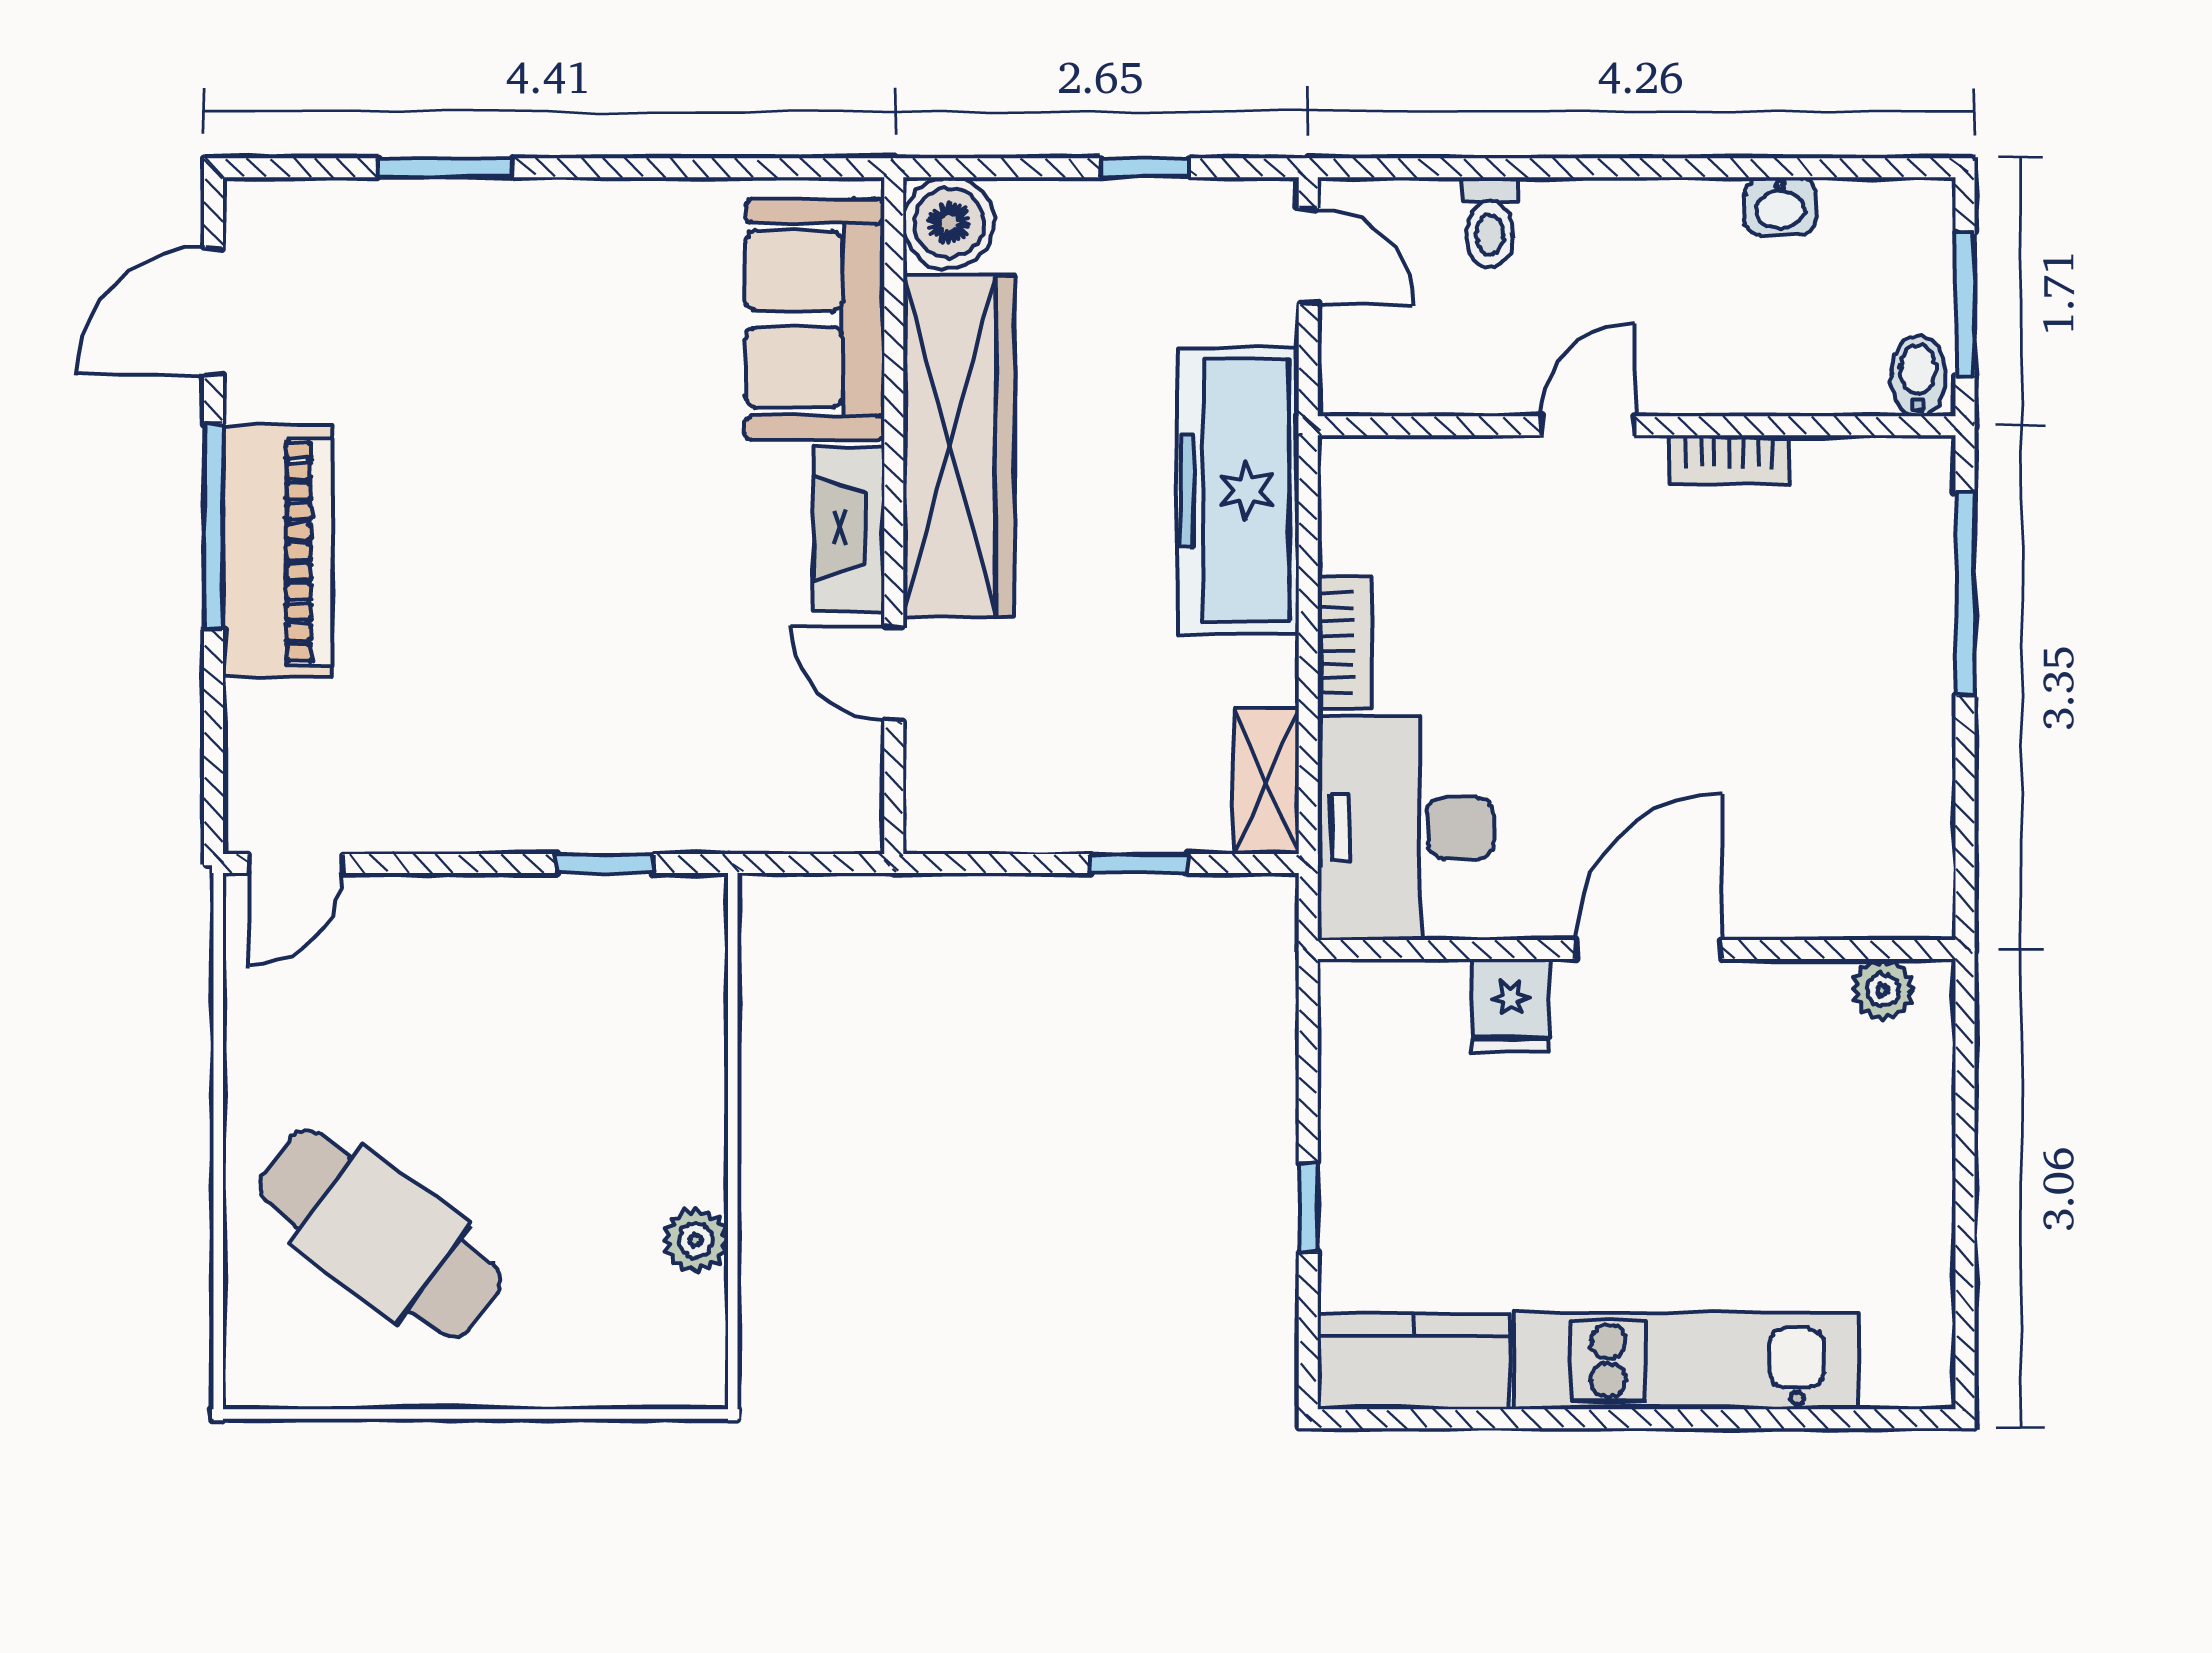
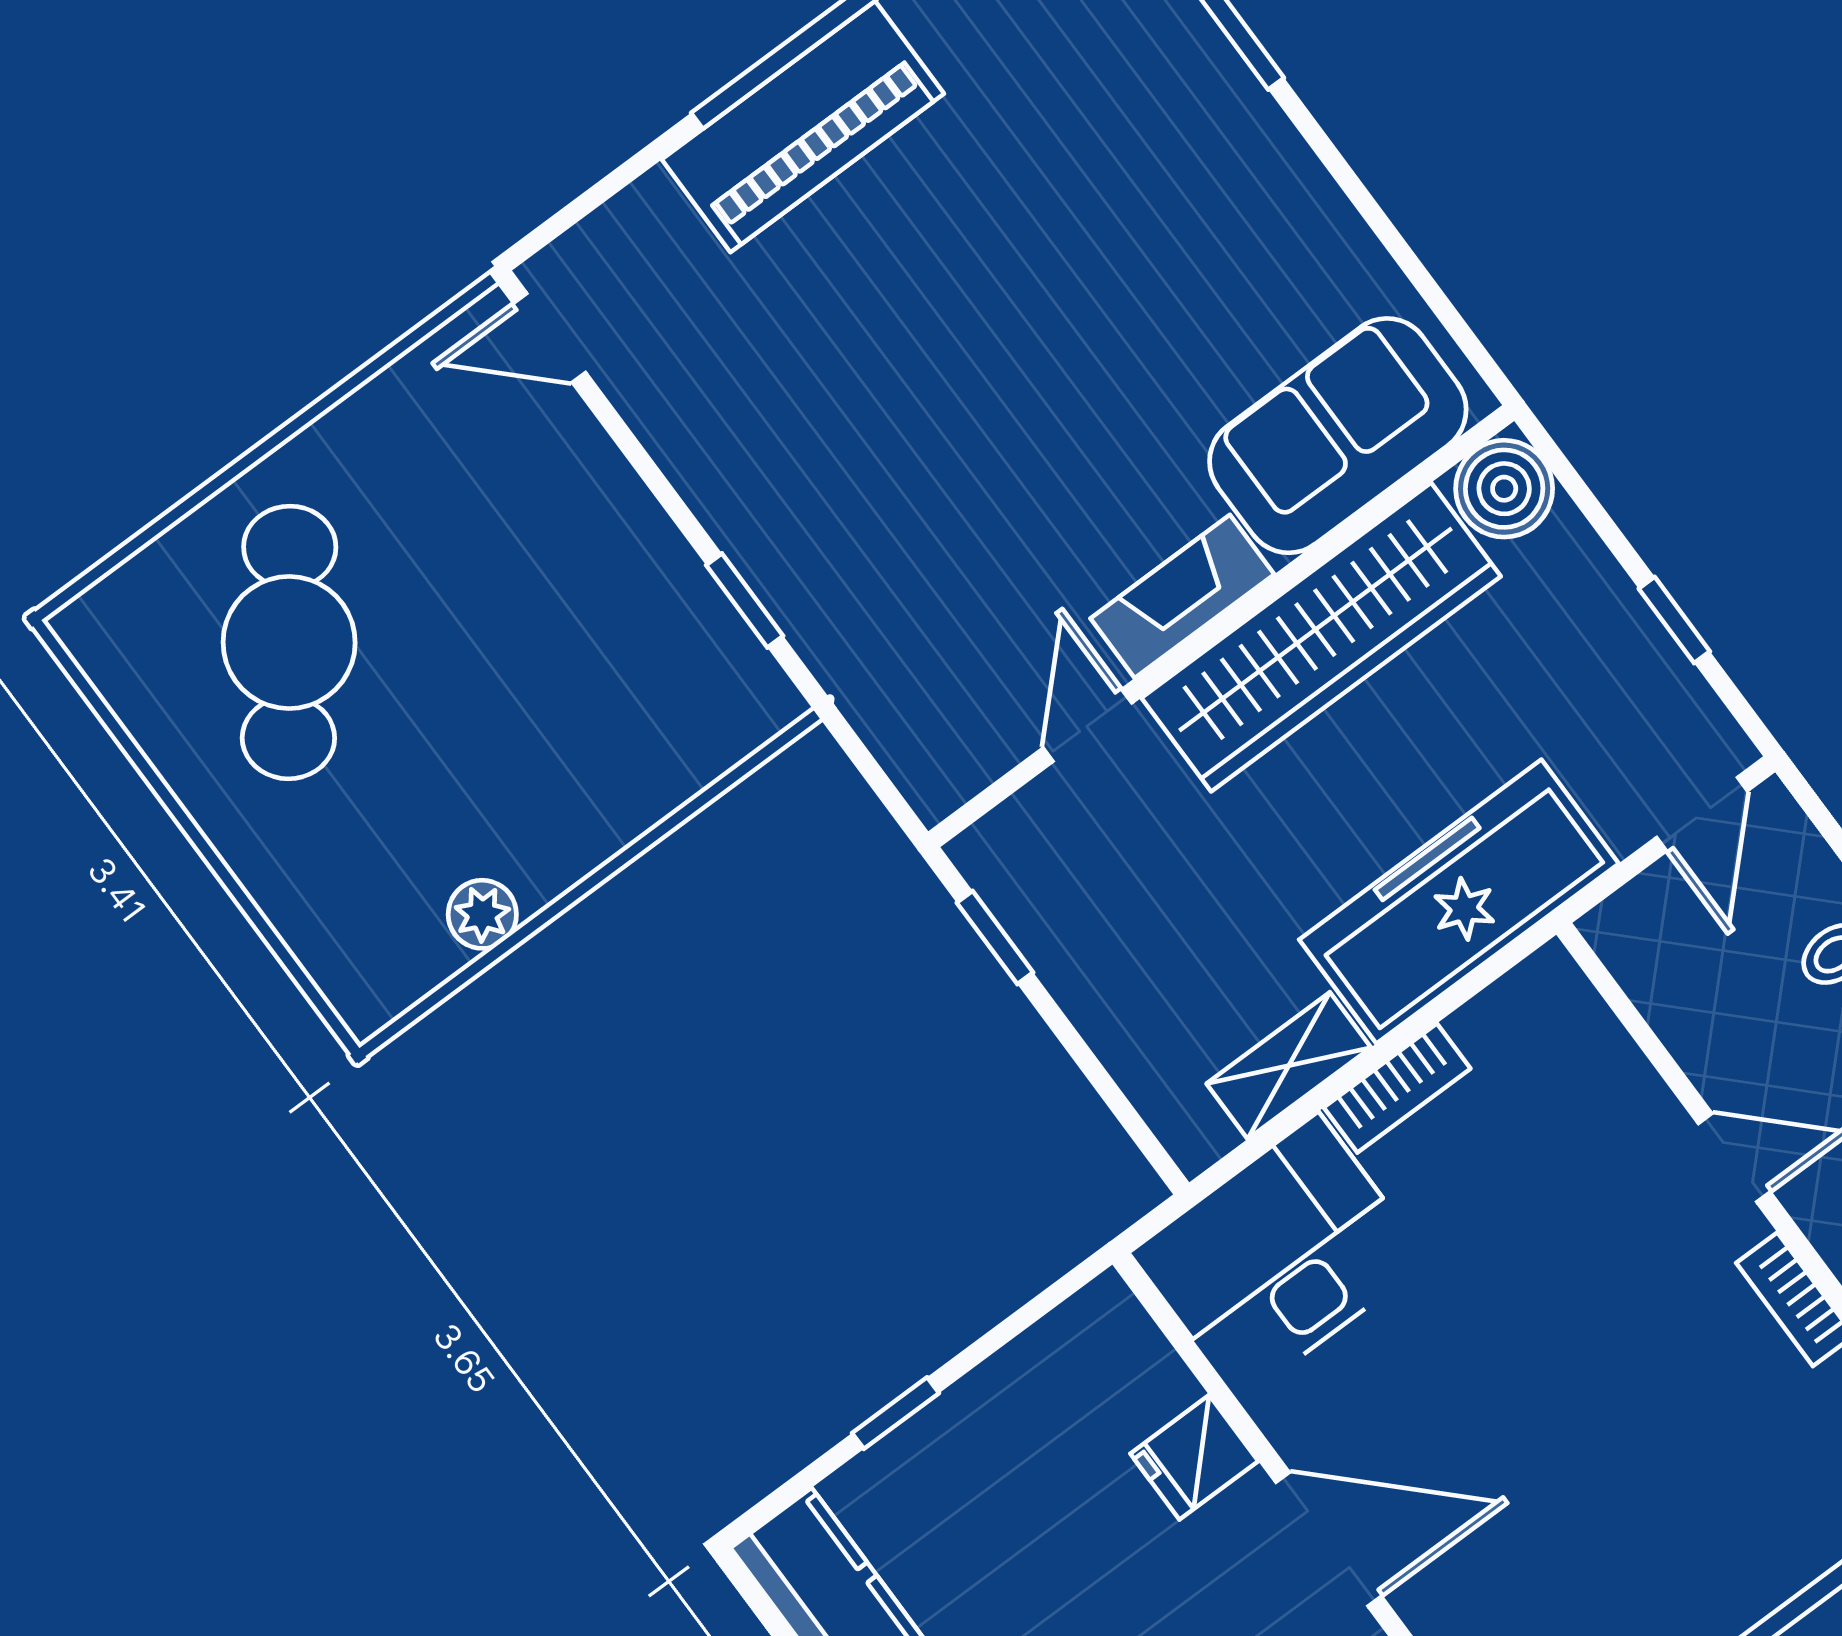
shelving: (1266, 781) -> (1289, 1066), moved
window: (1139, 864) -> (995, 938), moved

